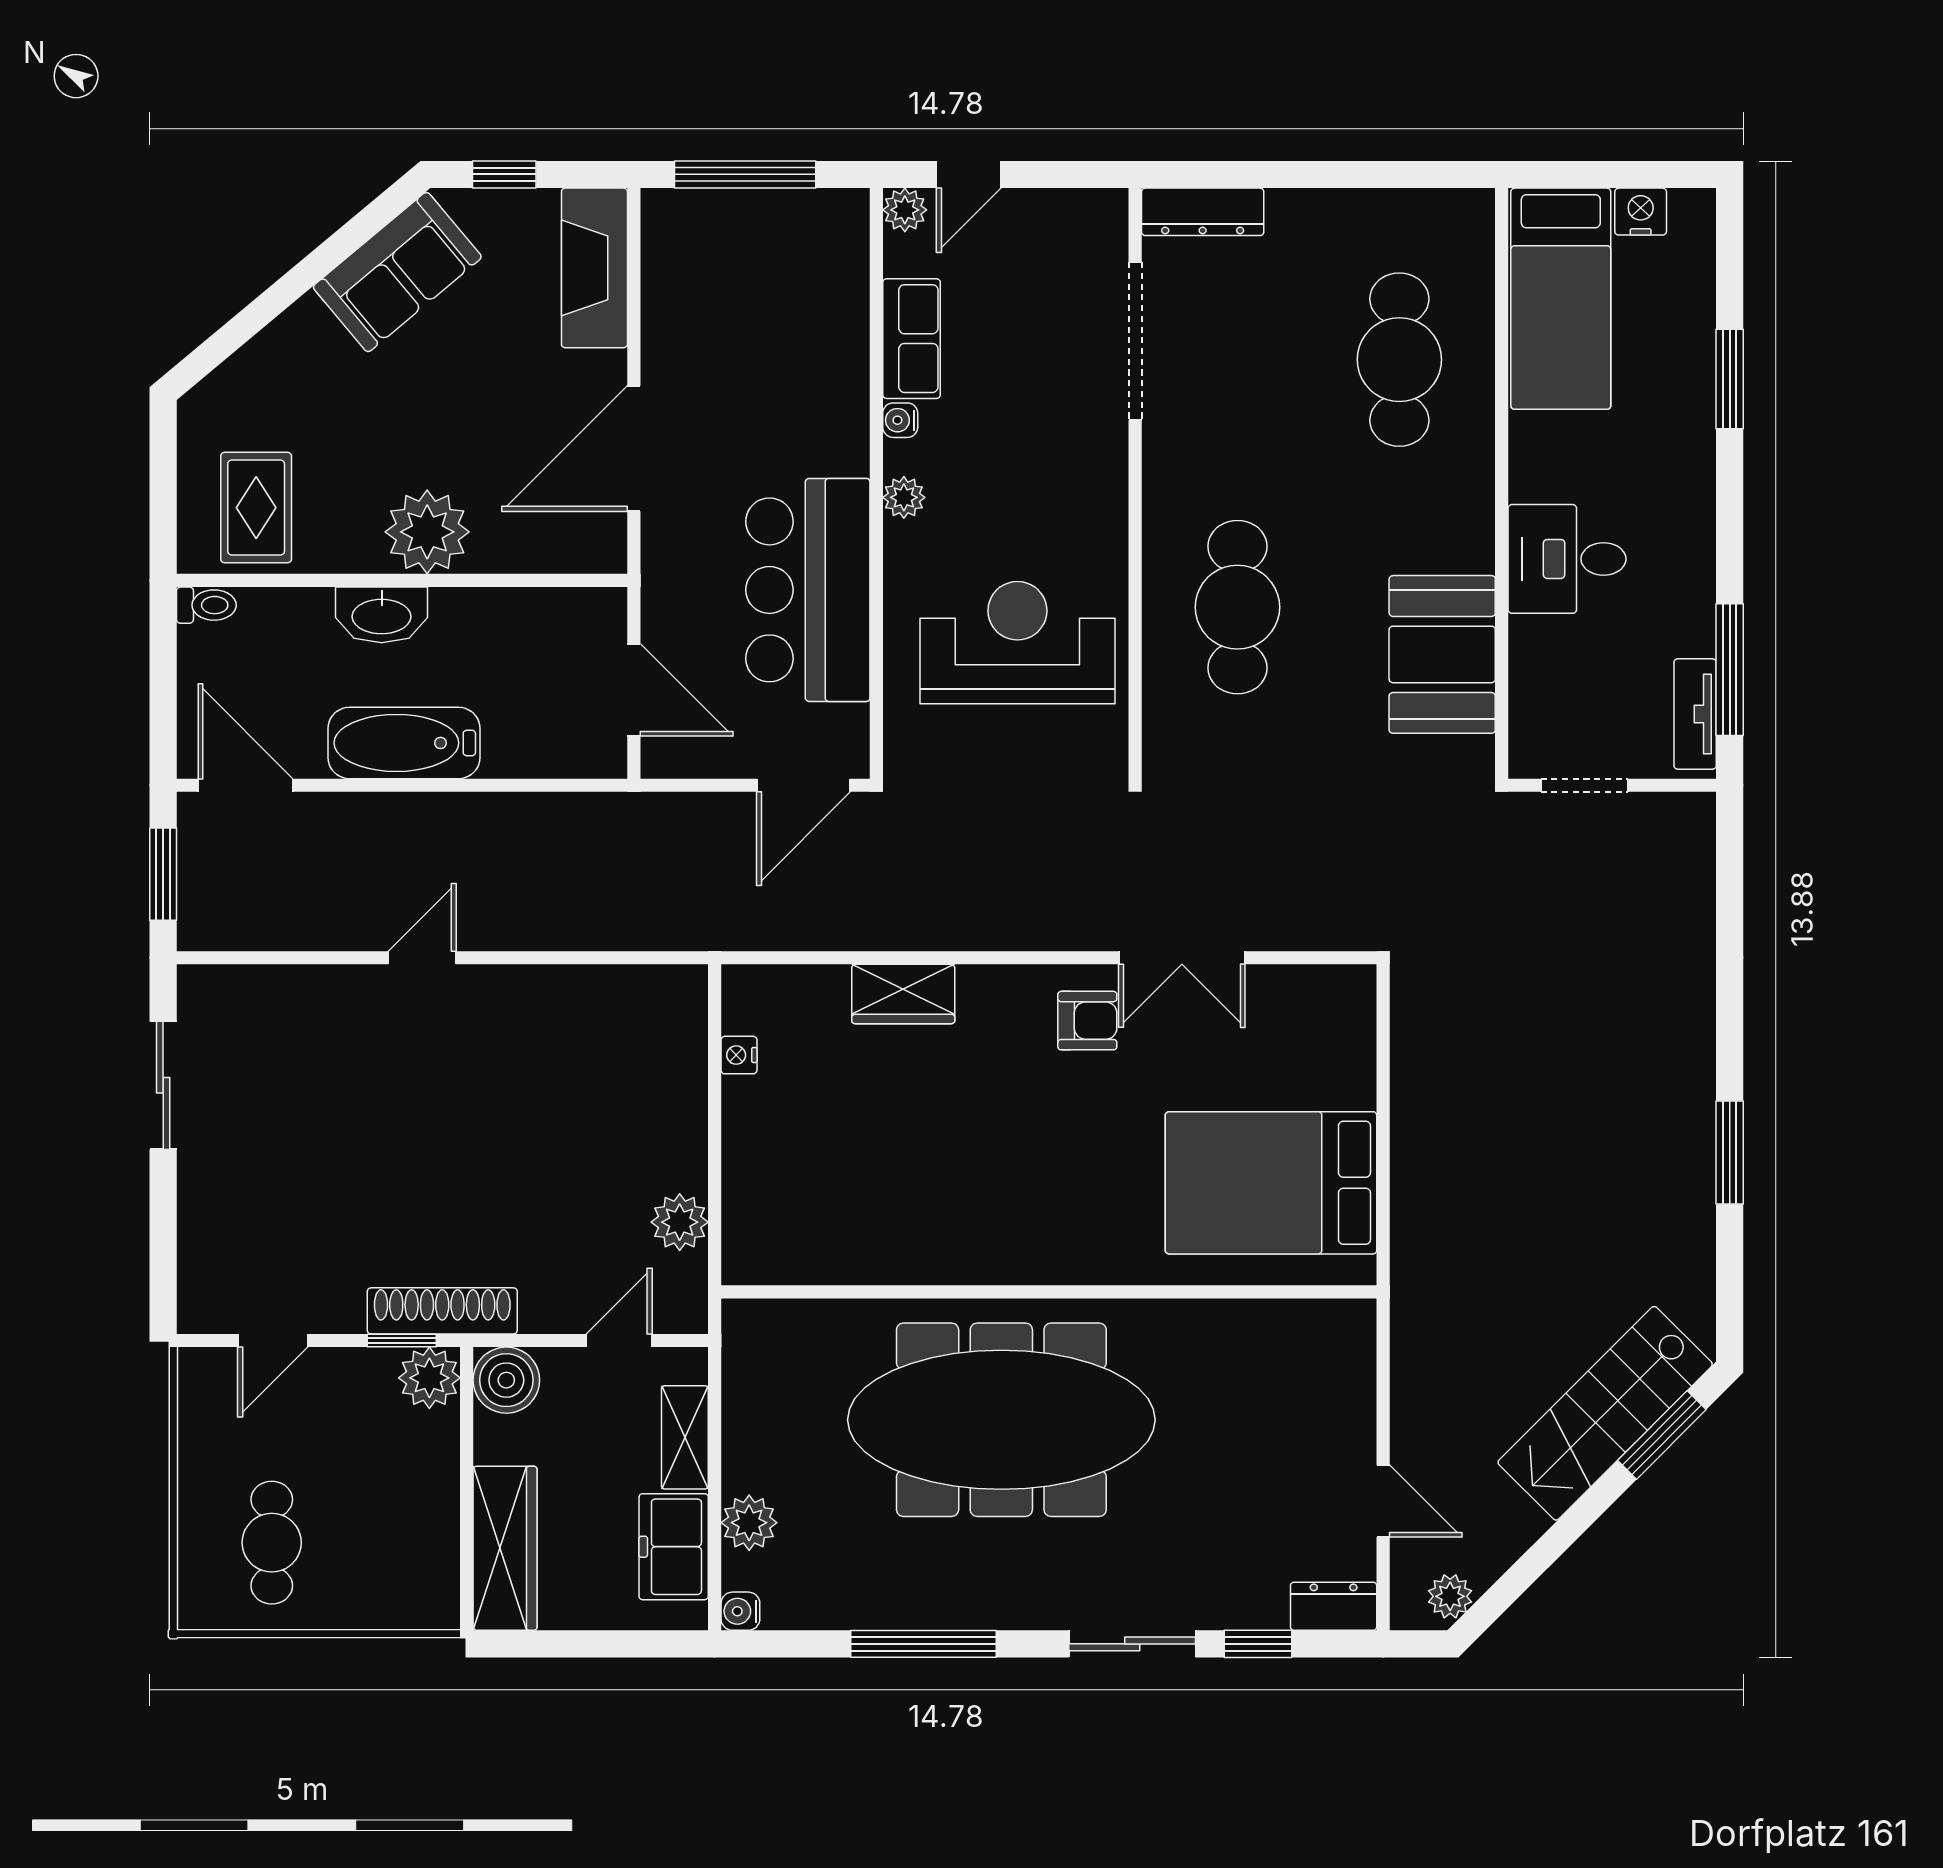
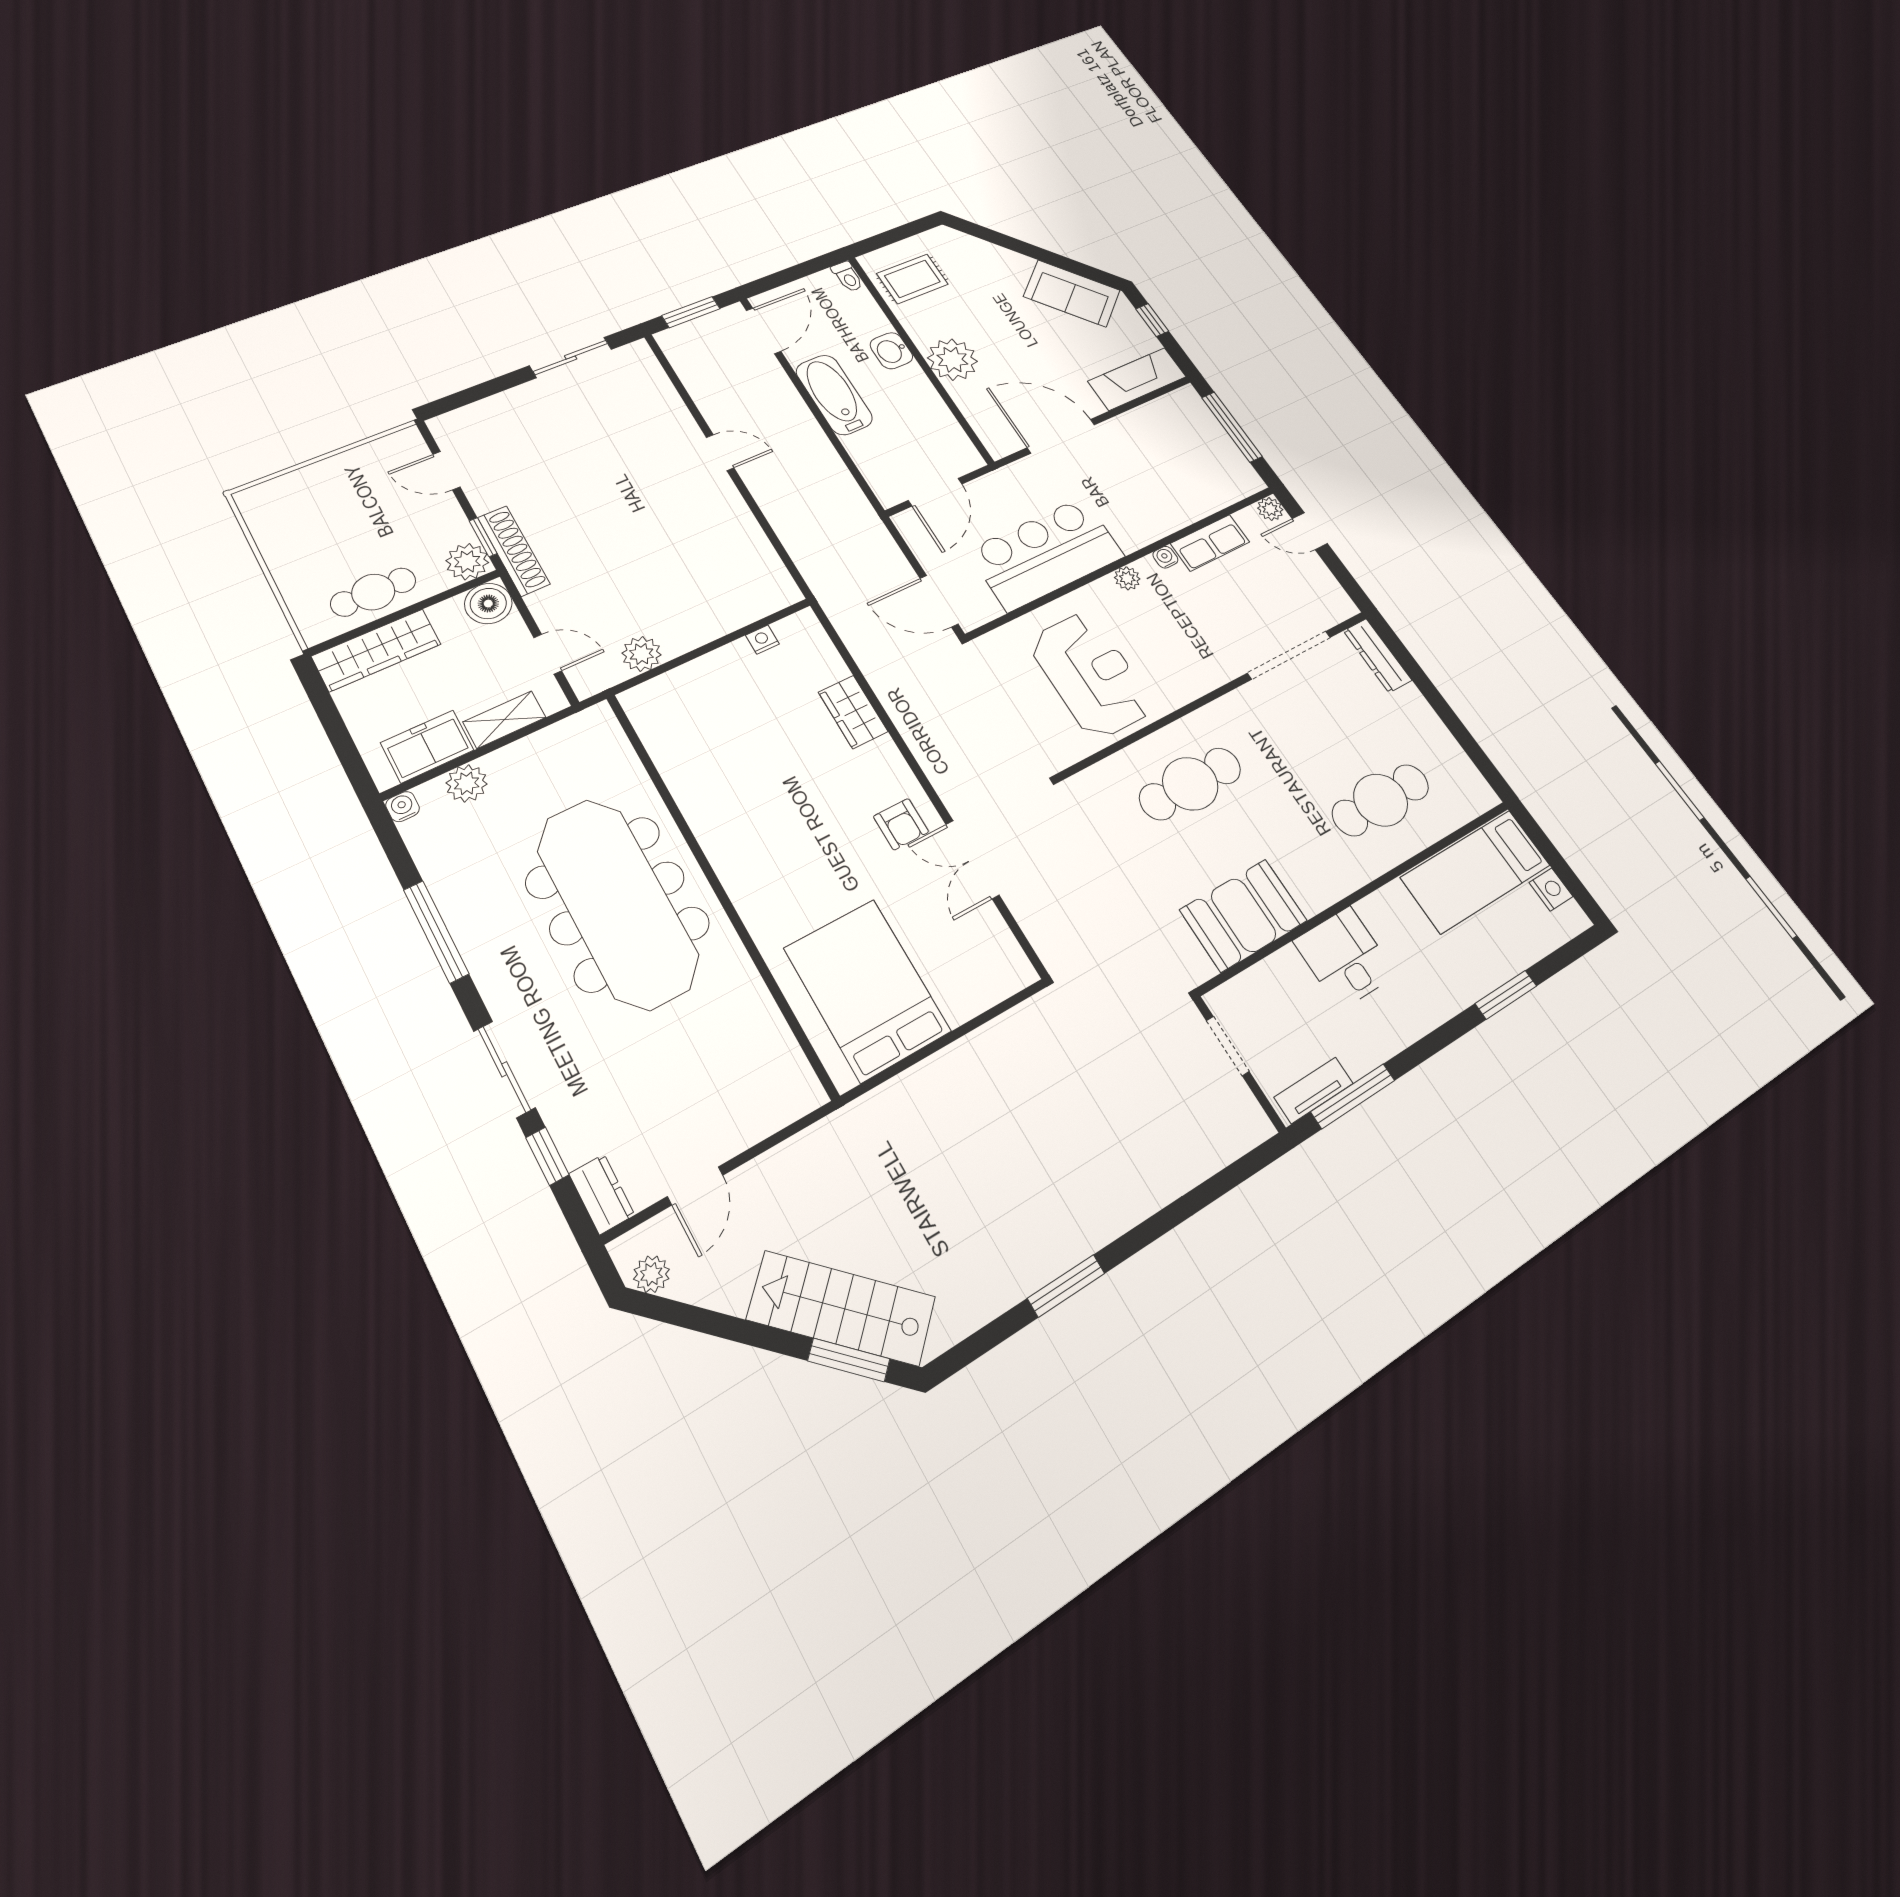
washbasin: (382, 615) -> (891, 351), width x0.72
cafe table: (272, 1543) -> (373, 592), moved

